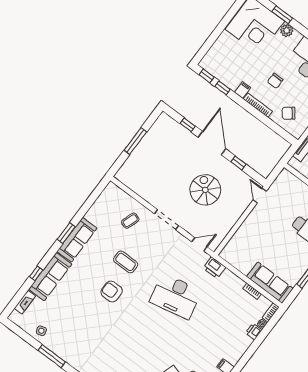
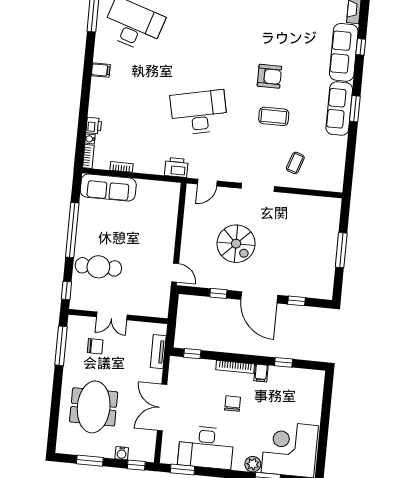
window: (207, 76) -> (192, 354), moved
chair: (289, 113) -> (198, 378), removed

